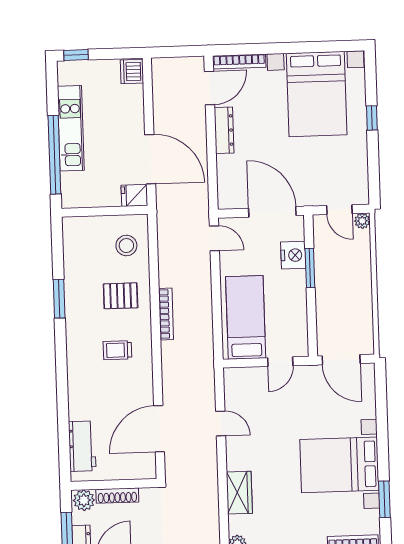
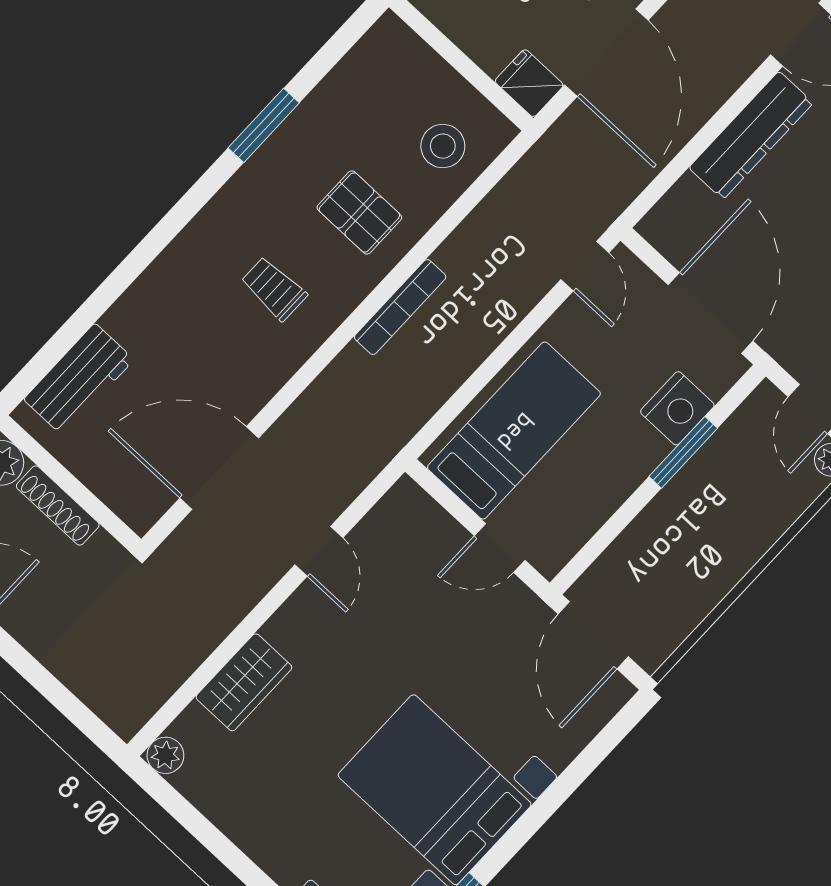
dresser: (224, 130) -> (751, 135), width x1.37, depth x1.24

